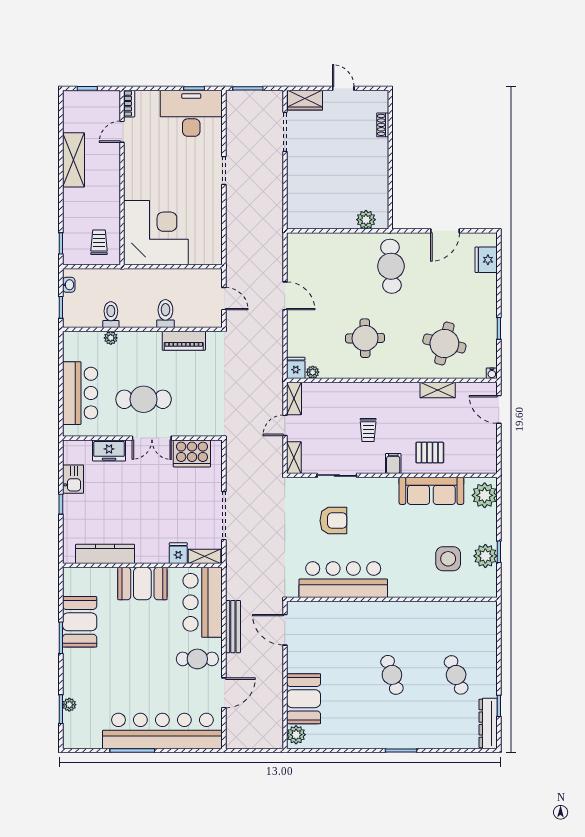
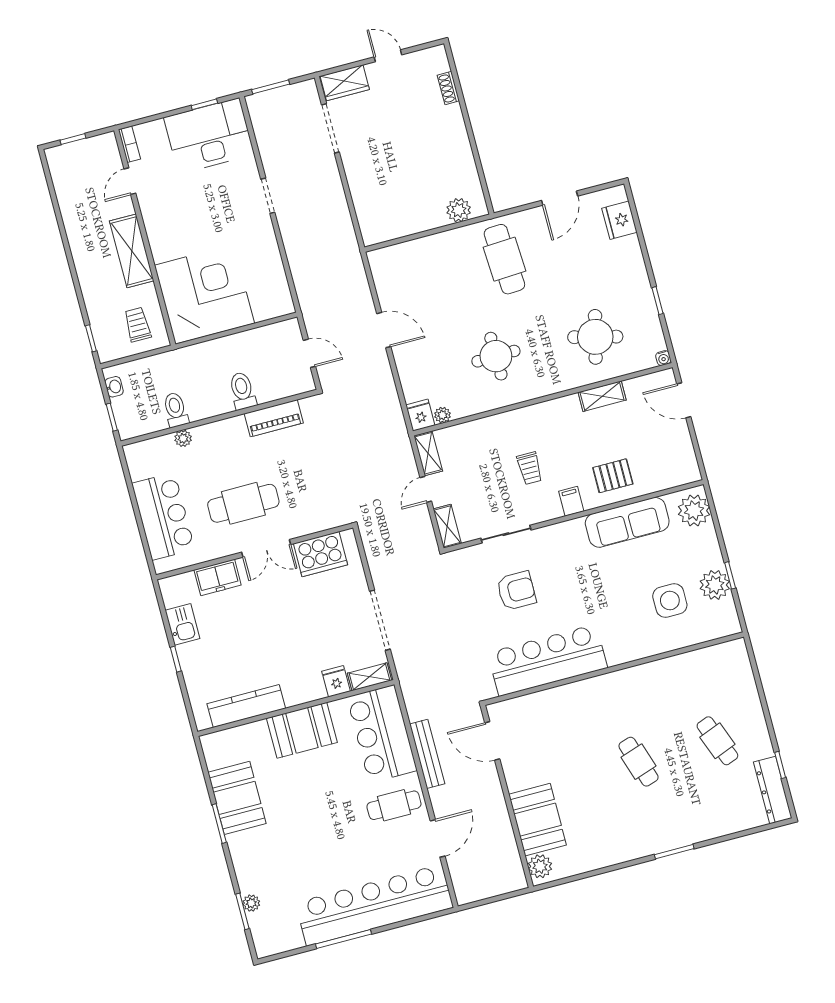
shelving: (73, 160) -> (132, 251), moved

